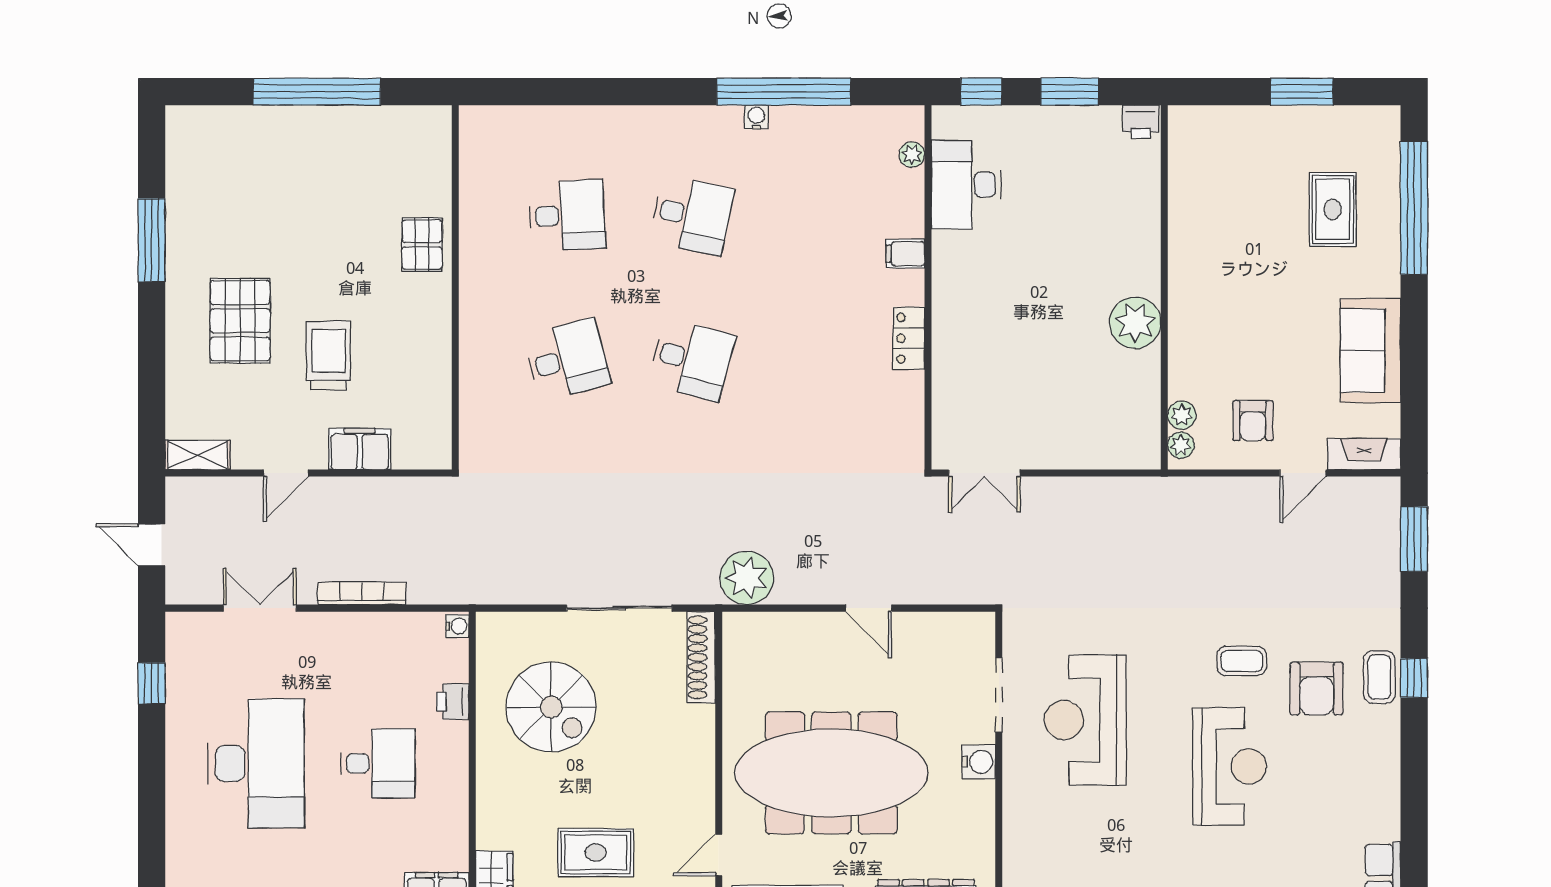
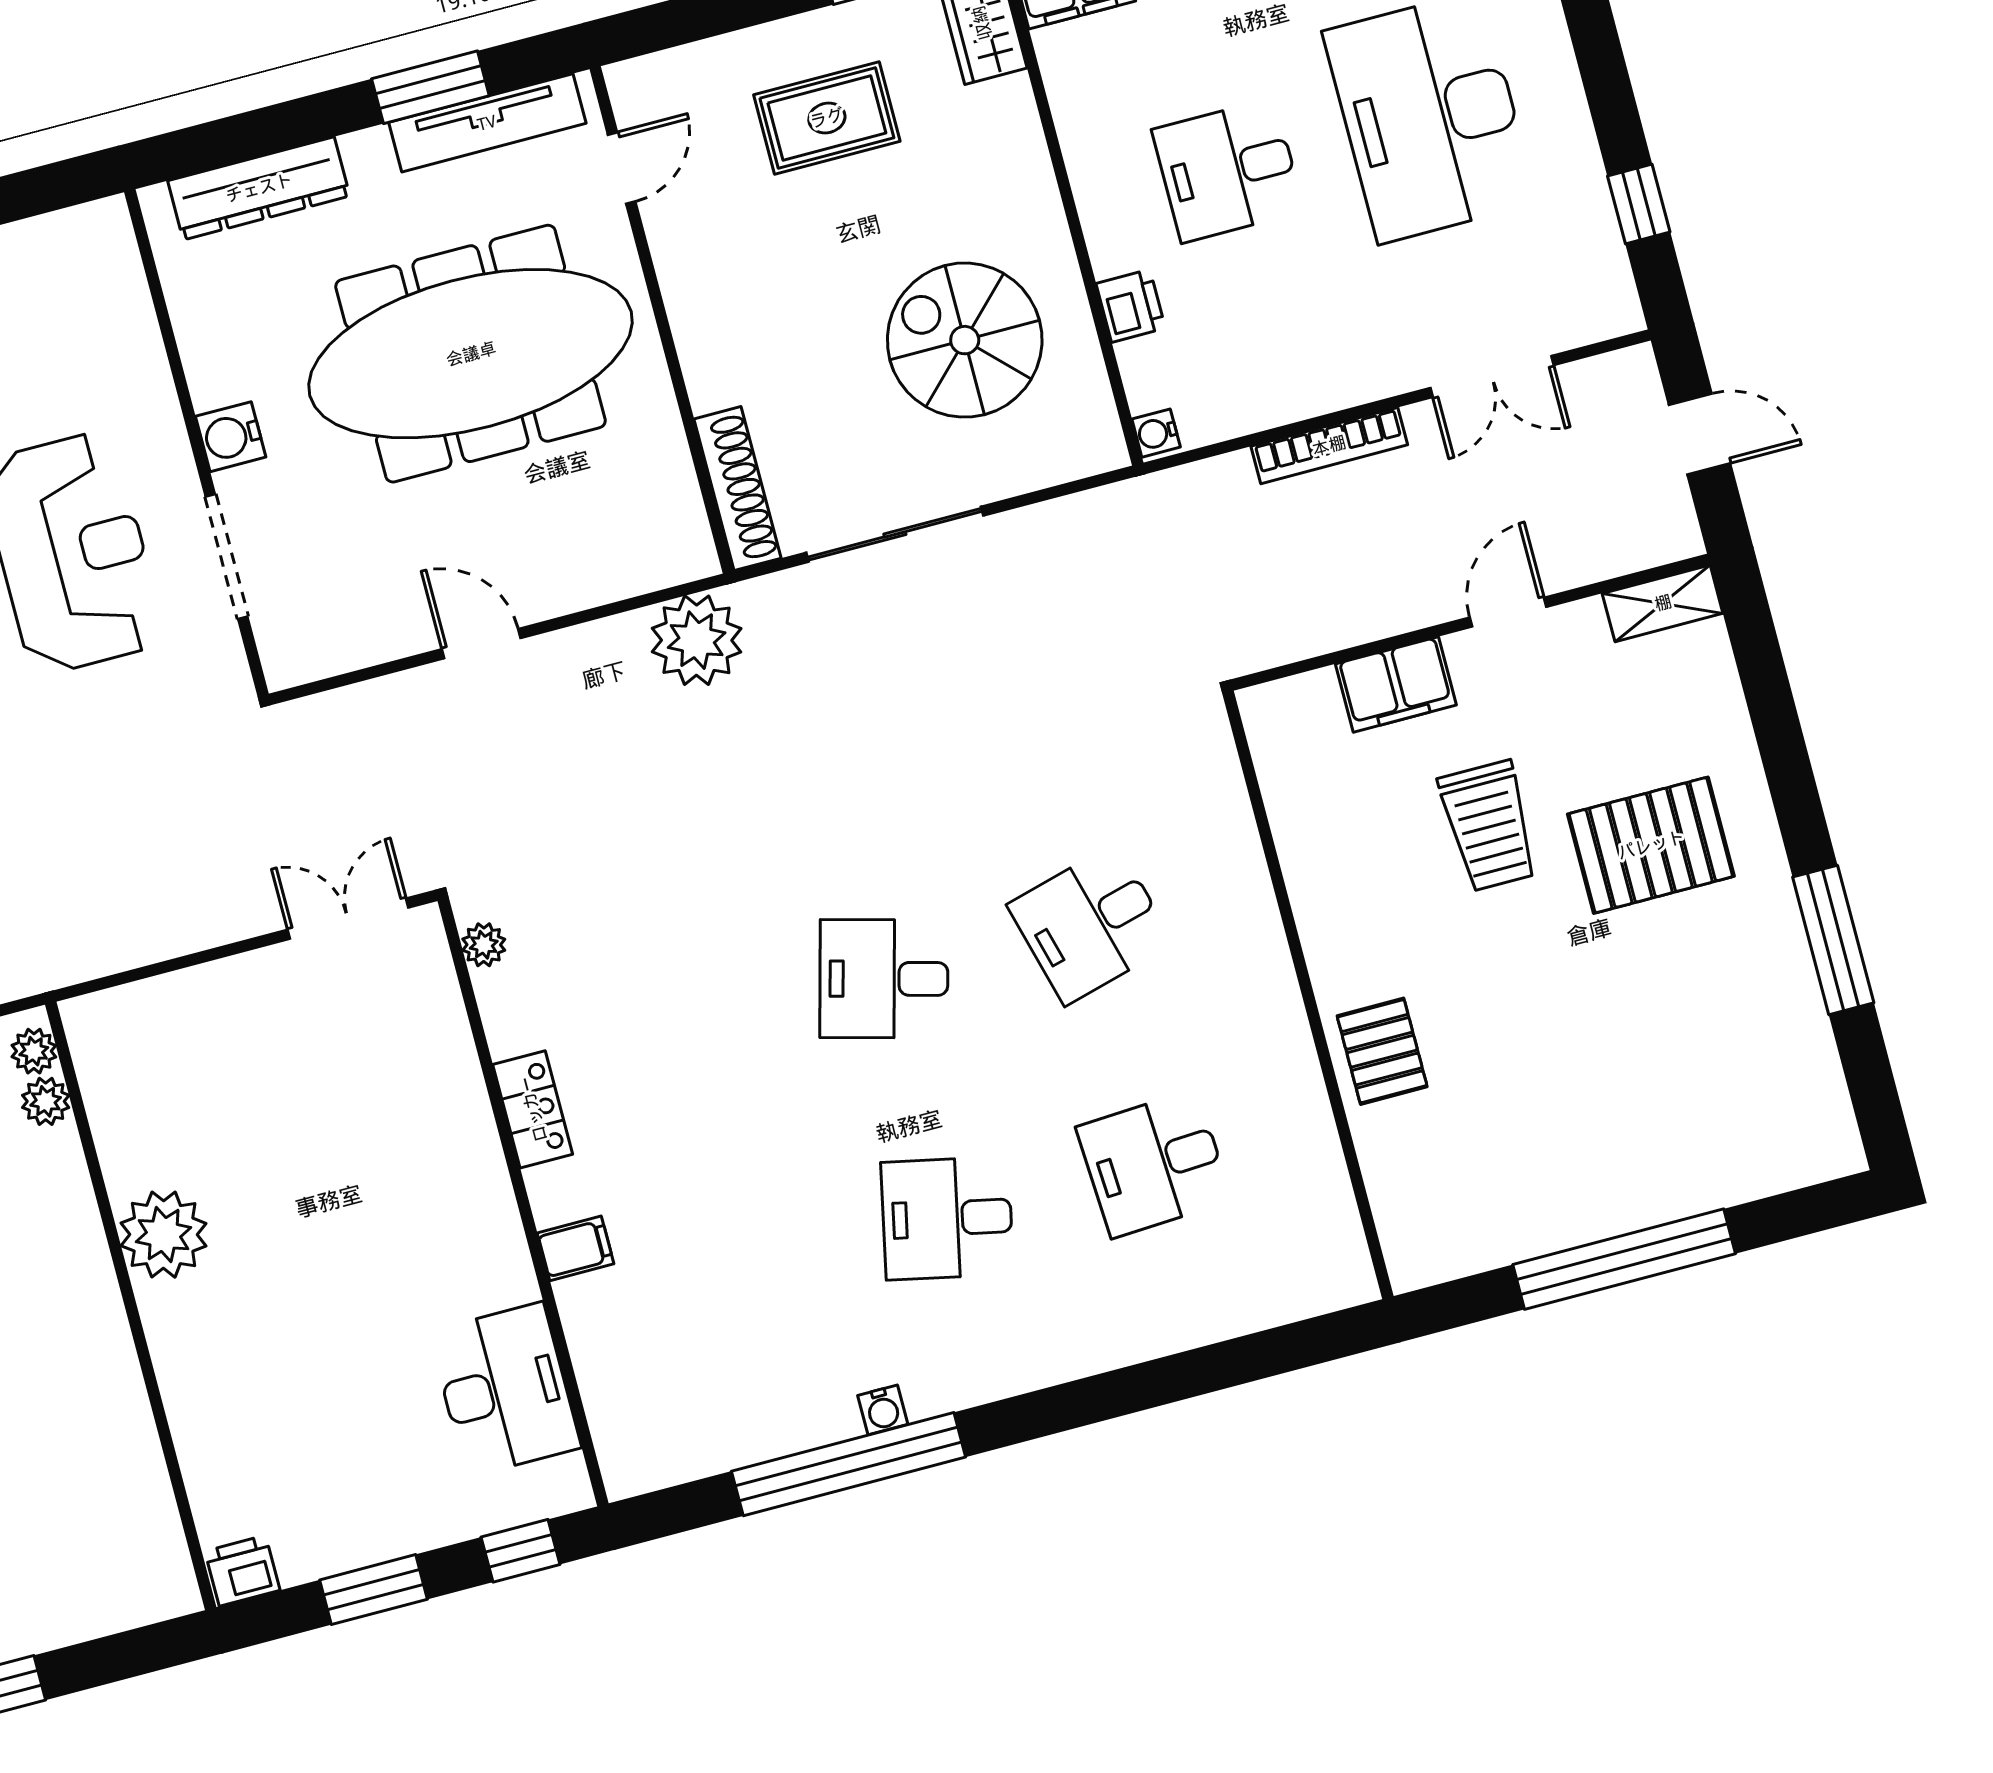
plant: (912, 155) -> (484, 945), moved
pallet: (240, 321) -> (1651, 845), turned 90

